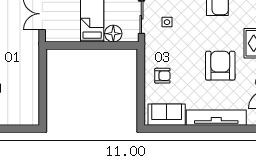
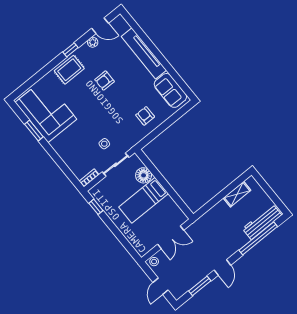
armchair: (220, 66) -> (104, 81), width x0.53, depth x0.53
shelving: (33, 100) -> (237, 194), added

